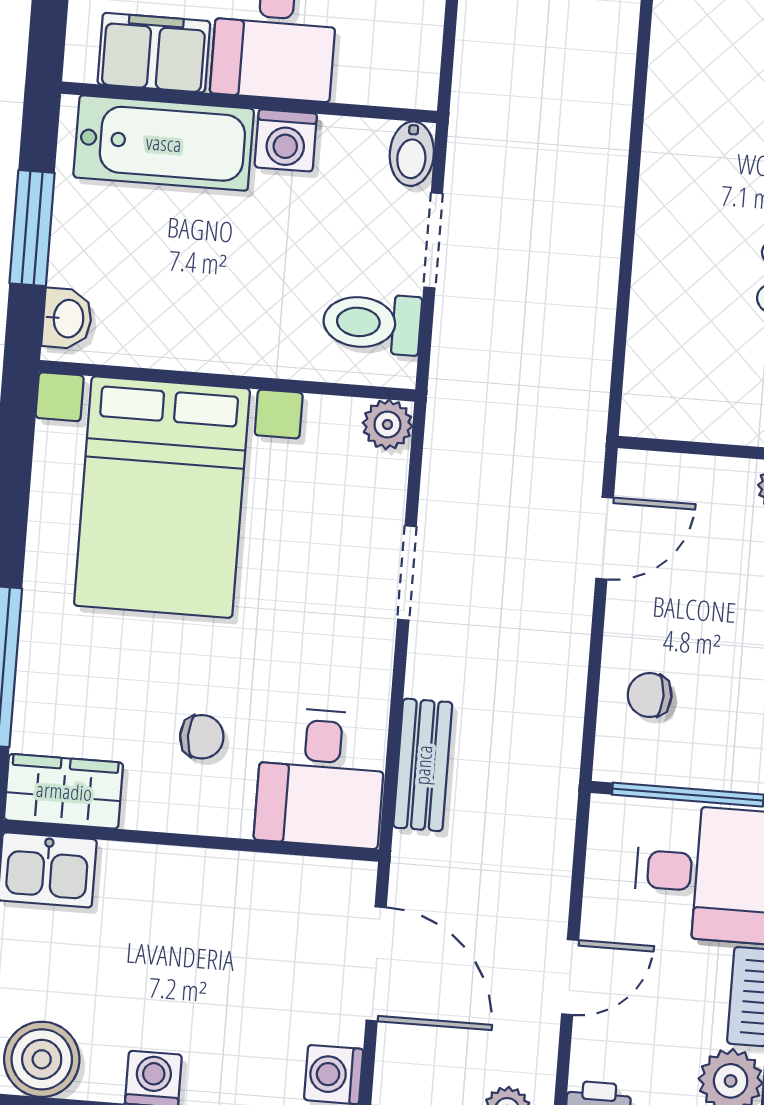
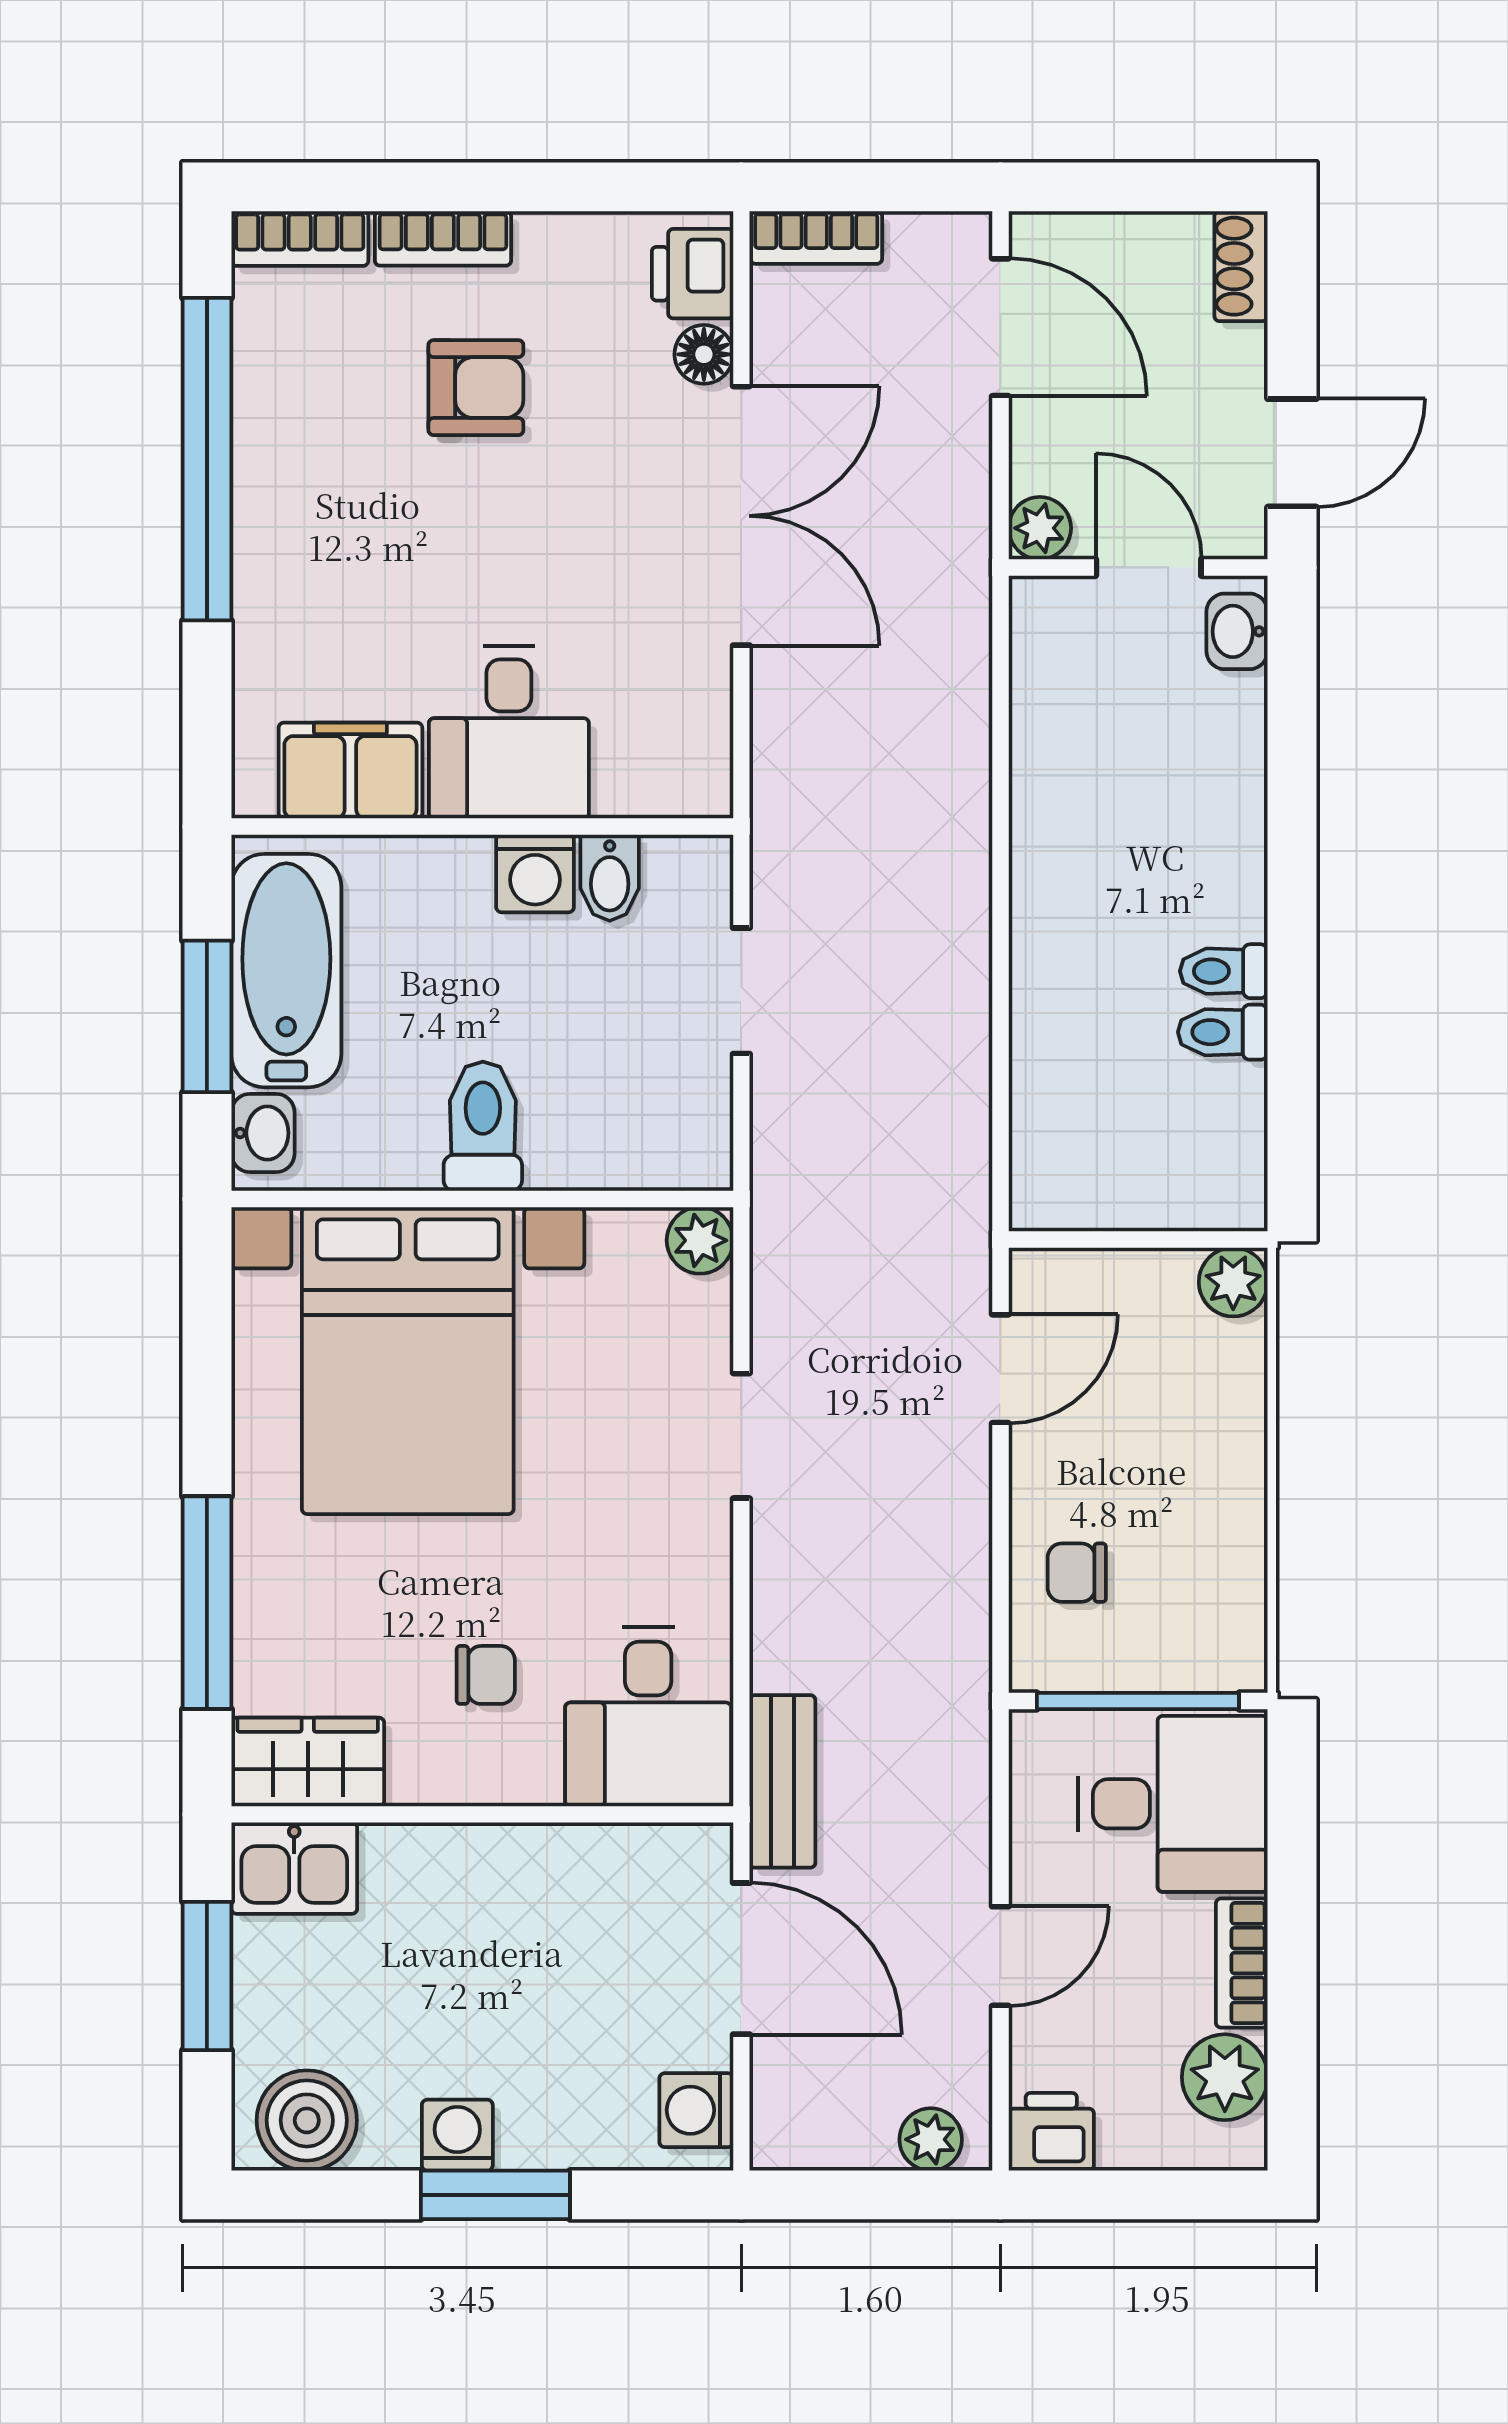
bathtub: (164, 143) -> (286, 971), moved, turned -90
bidet: (412, 154) -> (610, 878), moved
toilet: (372, 323) -> (483, 1126), moved, turned 90
bench: (423, 765) -> (782, 1781), moved

